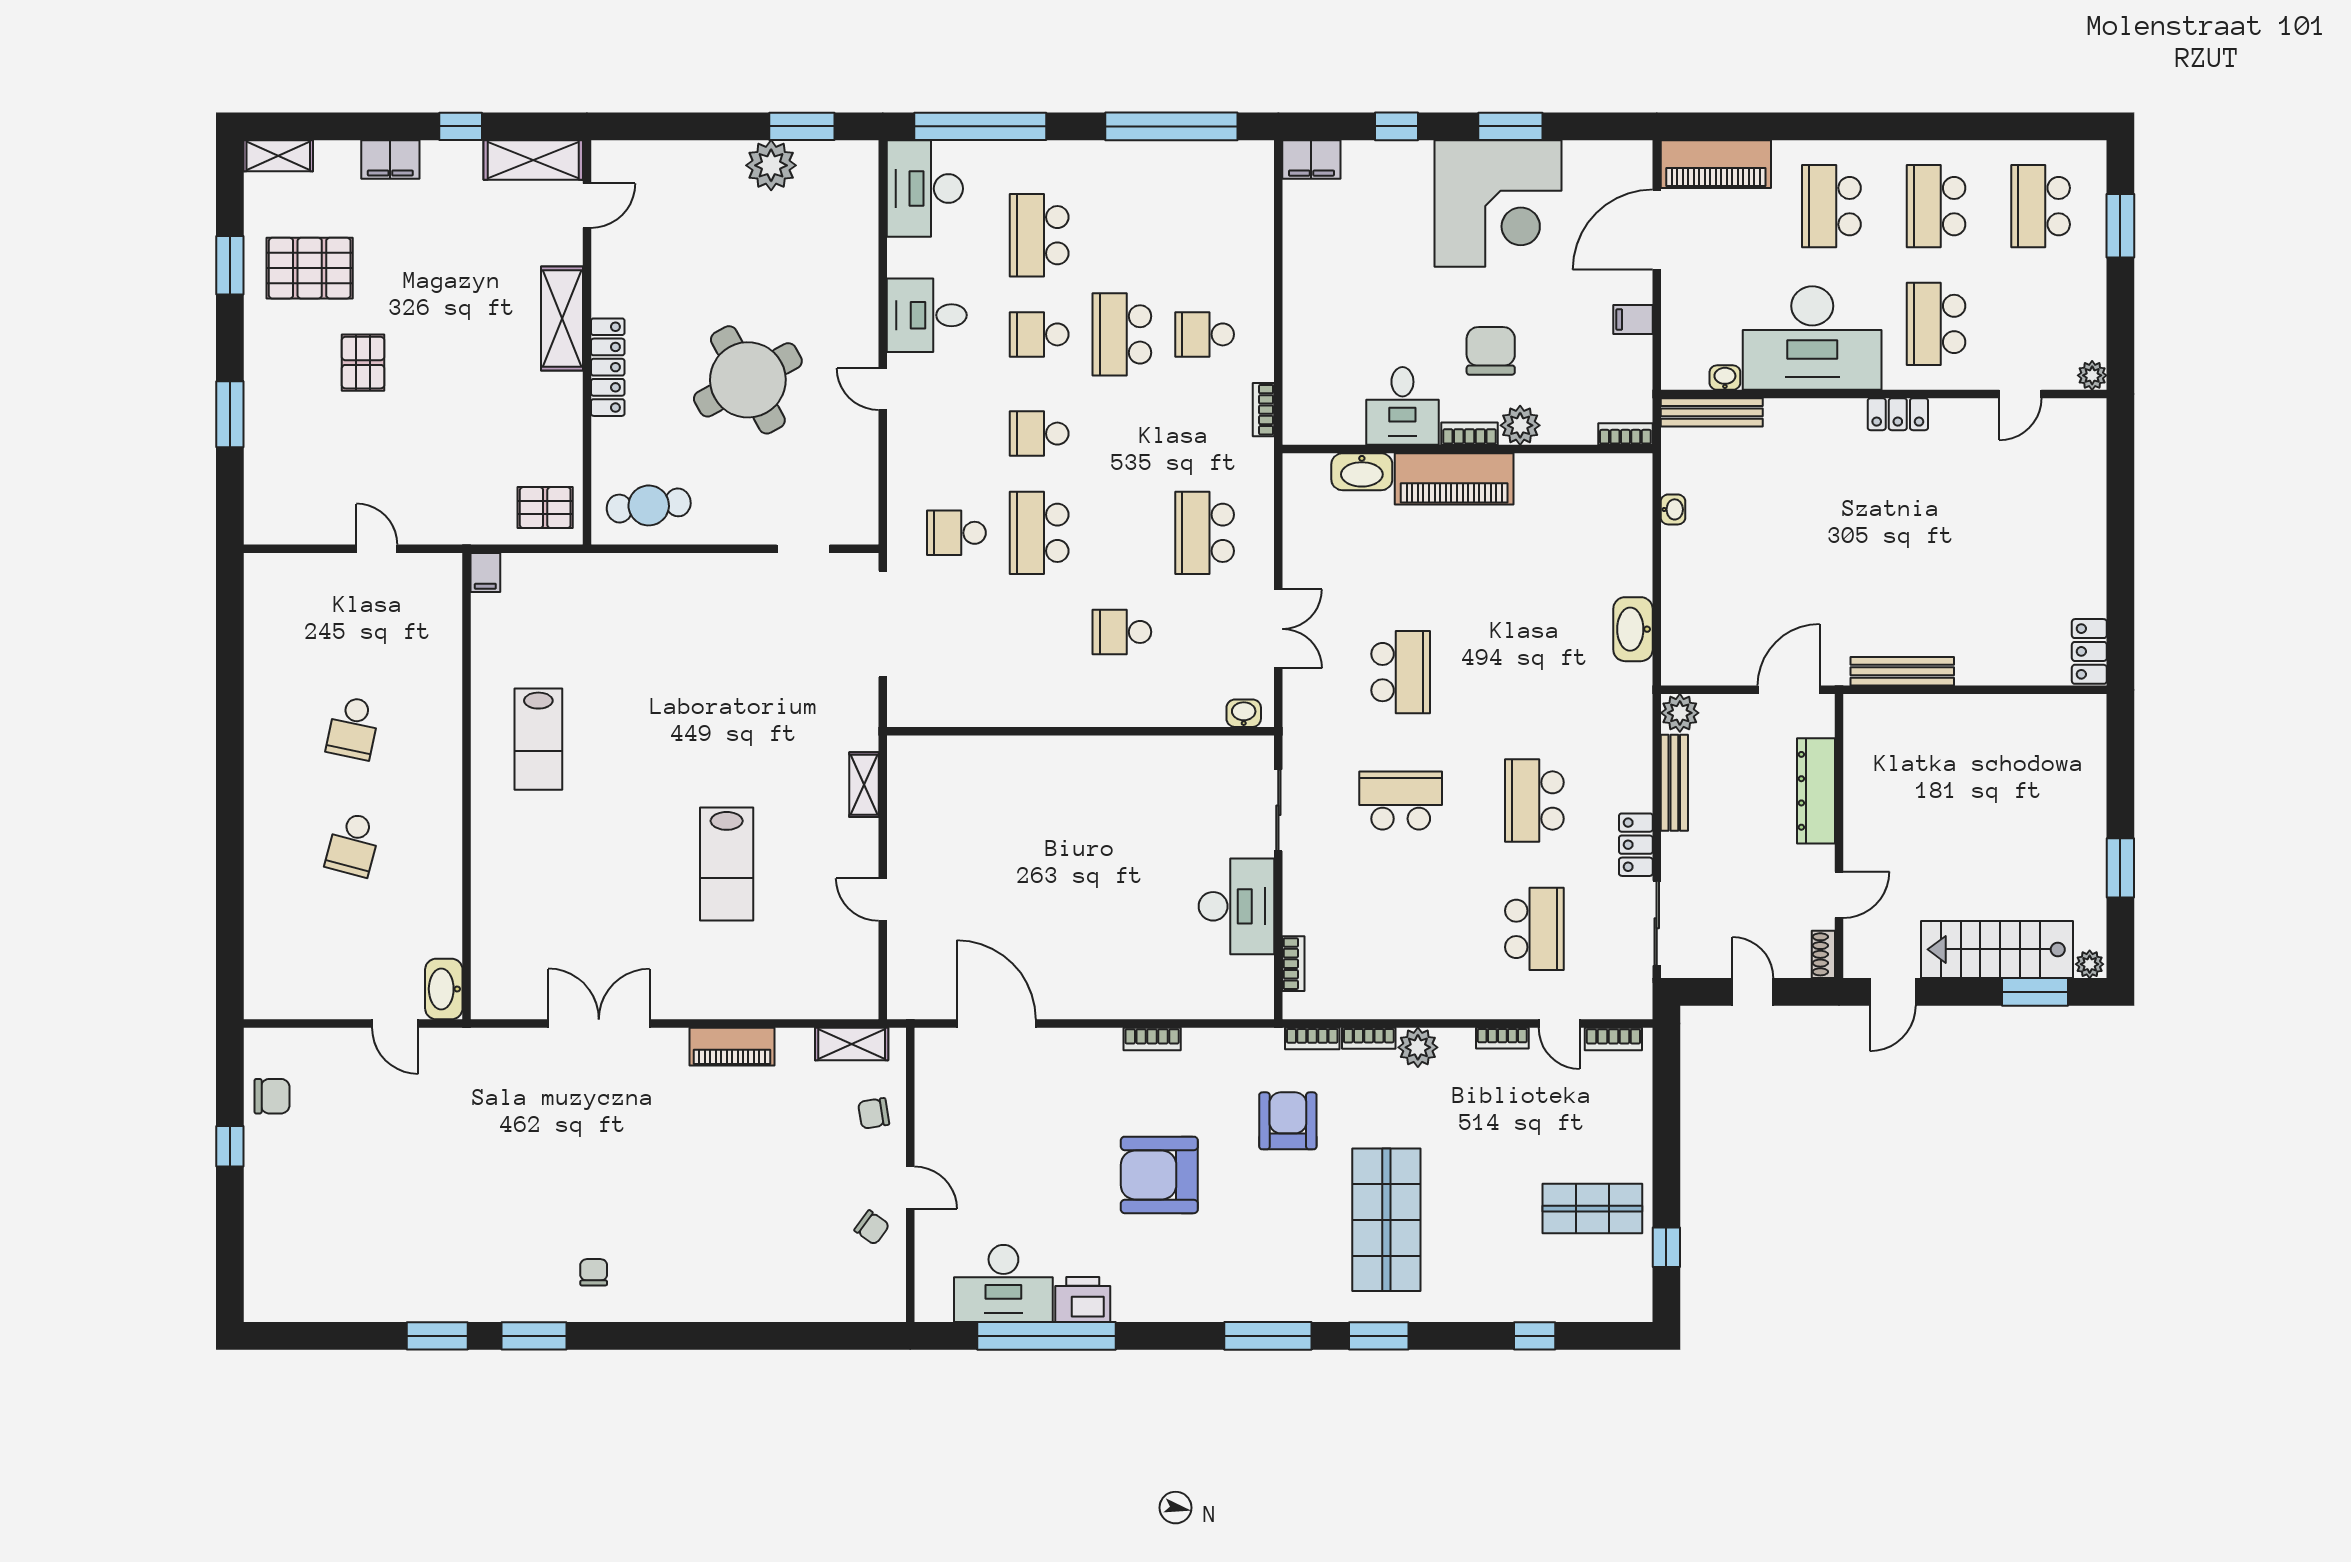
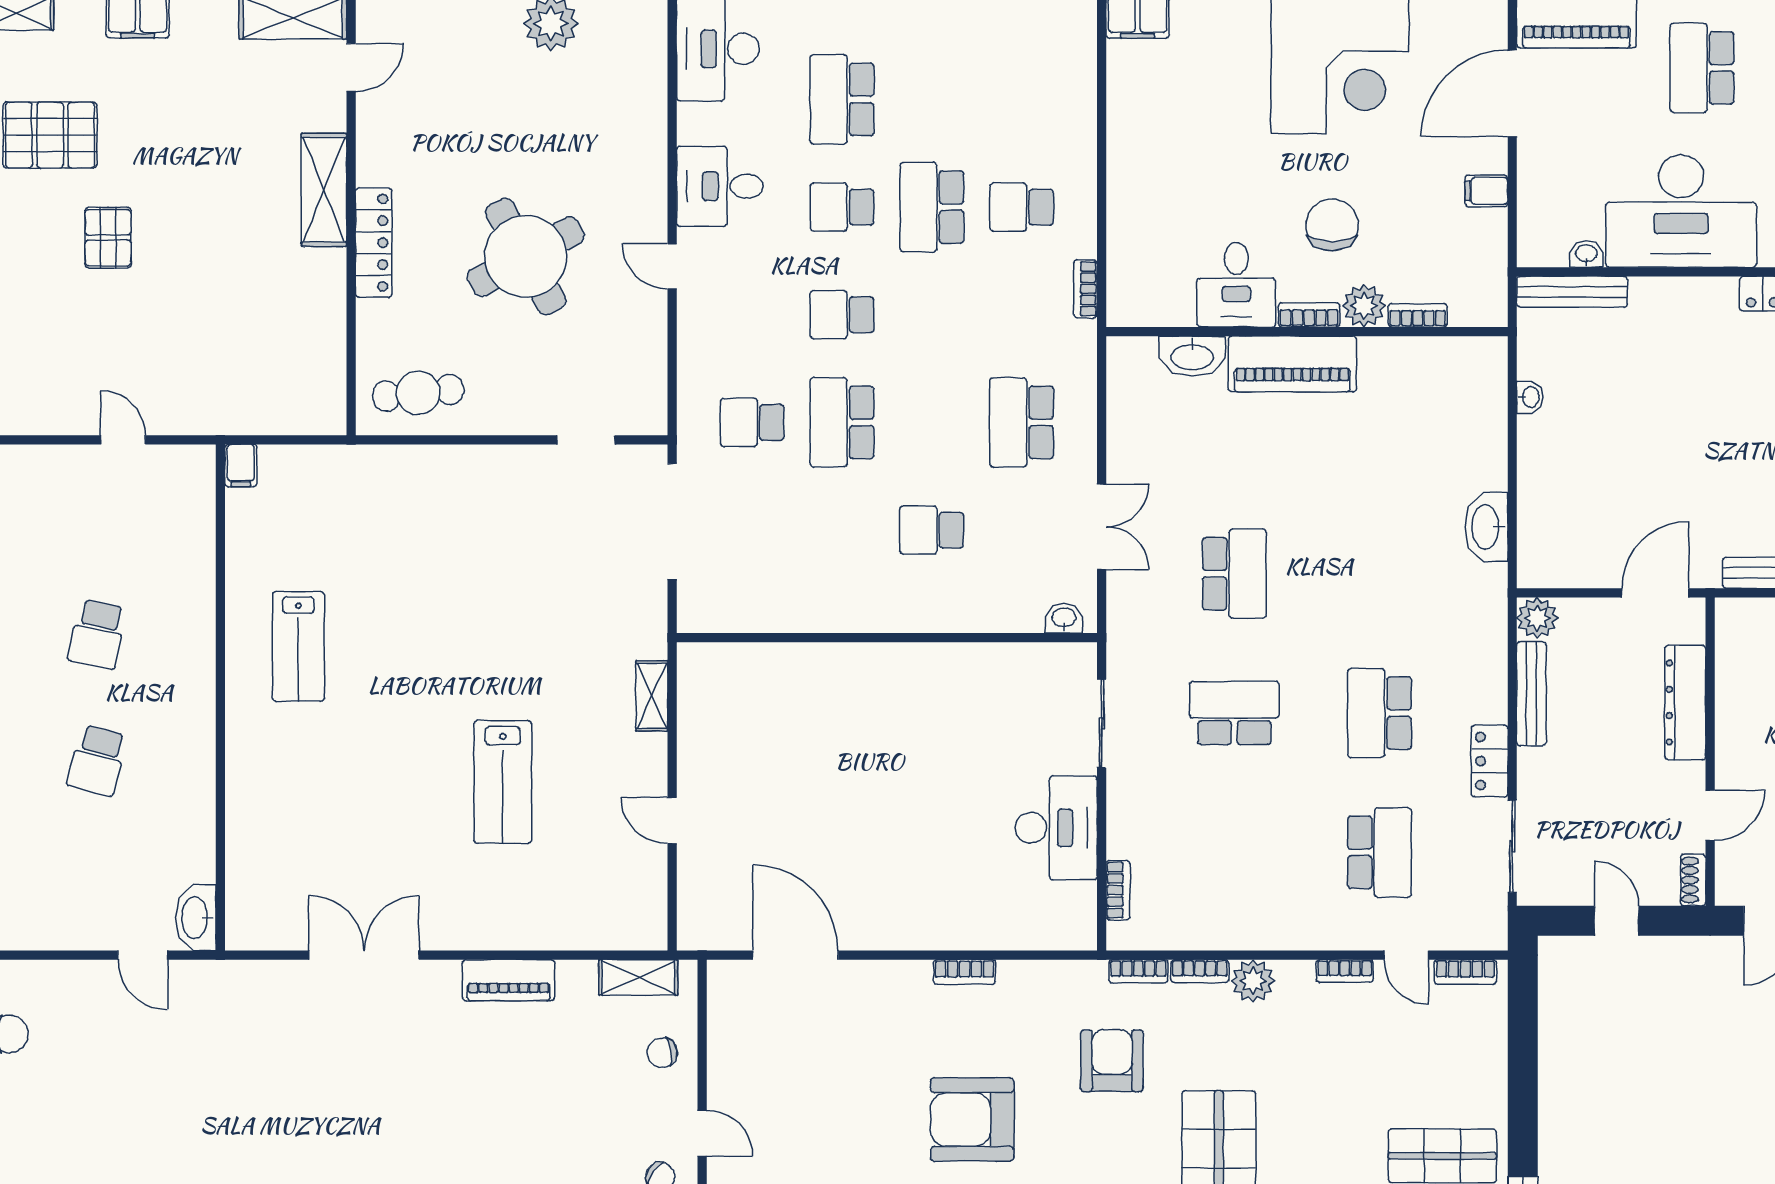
bookcase: (1625, 434) -> (1418, 315), moved
pallet: (545, 508) -> (306, 395), removed

